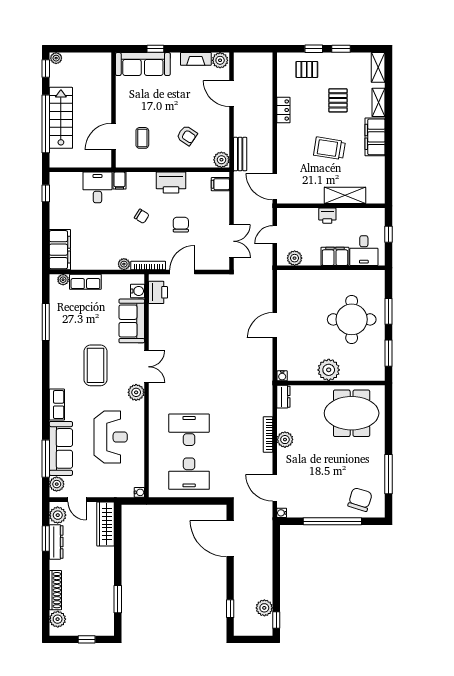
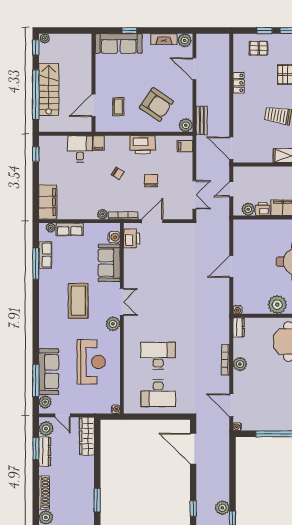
armchair: (187, 135) -> (156, 105), width x1.88, depth x1.88
printer: (327, 216) -> (263, 209), moved, turned 180
row of seats: (57, 405) -> (45, 255), moved

